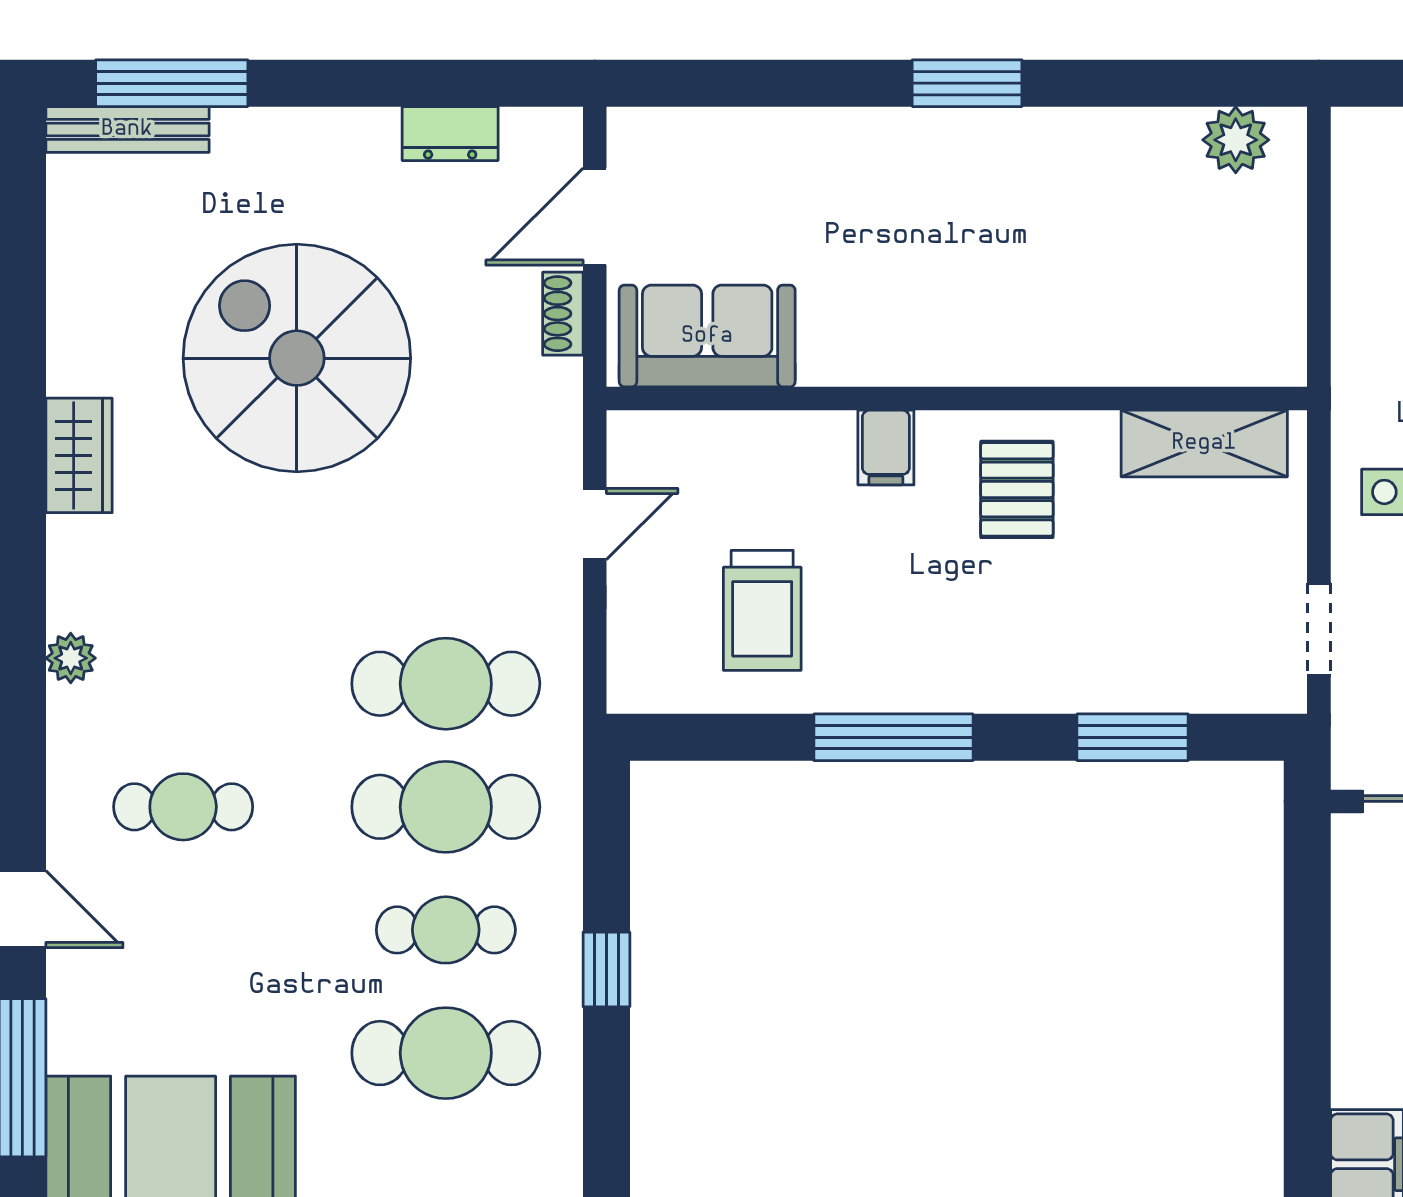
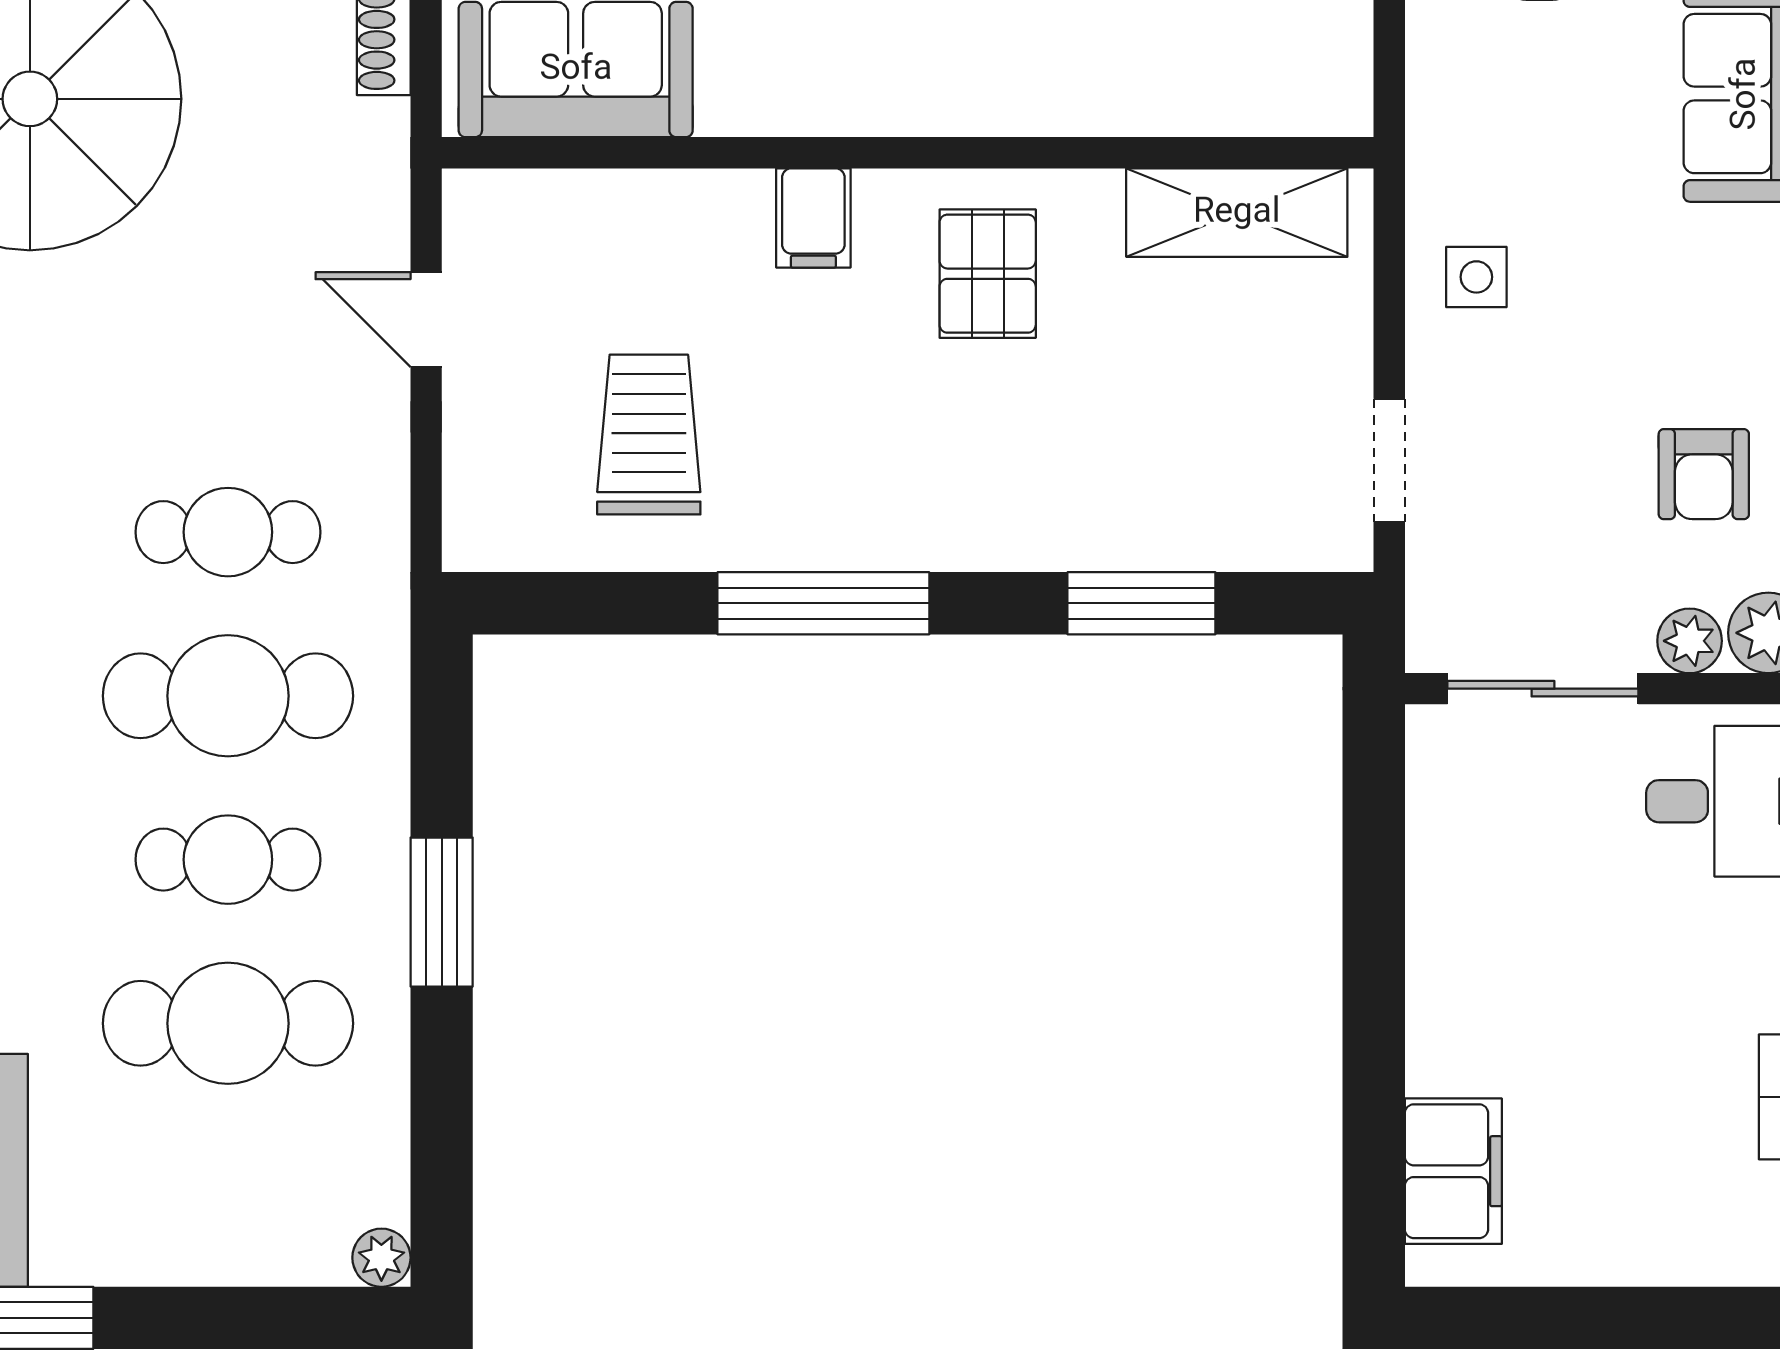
door: (595, 524) -> (426, 320), swing flipped
trolley: (762, 610) -> (649, 435), turned 180
cafe table: (446, 684) -> (228, 532), width x0.73, depth x0.74
window: (606, 969) -> (442, 912), width x1.50

